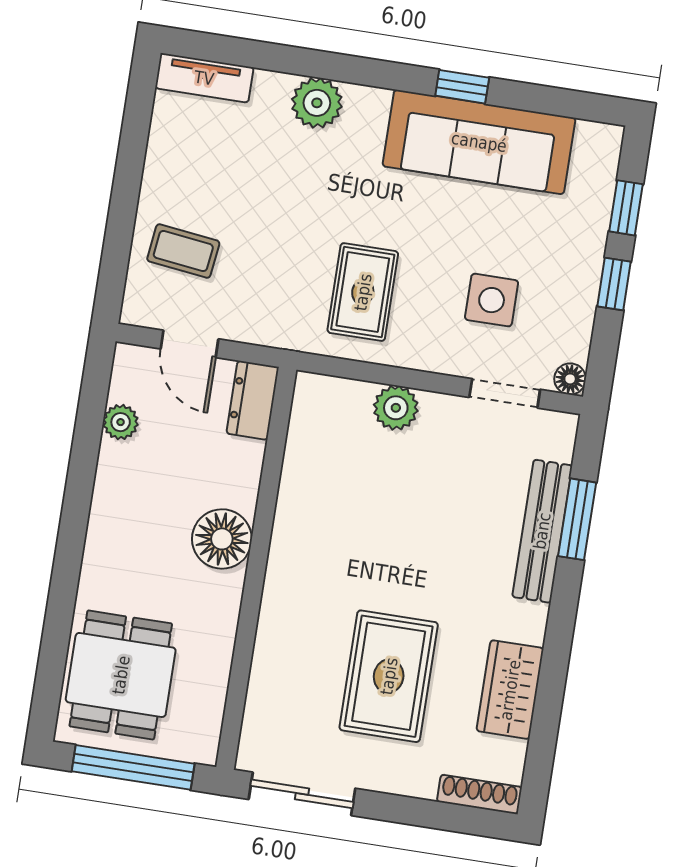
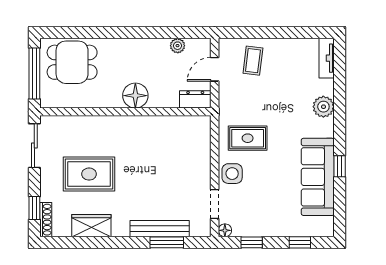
window: (614, 284) -> (252, 242), moved
side table: (492, 300) -> (232, 174), moved
plant: (396, 408) -> (201, 160), removed
window: (448, 817) -> (34, 208), added

